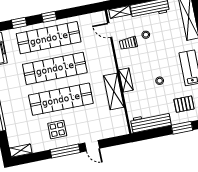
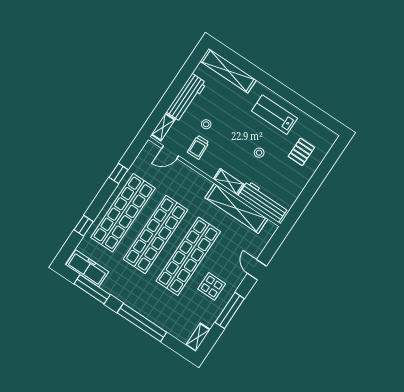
window: (49, 17) -> (118, 174), moved
shelving: (114, 91) -> (236, 208), width x1.47
workbench: (151, 122) -> (263, 202), moved, turned 90
window: (182, 128) -> (320, 174), removed
door: (92, 146) -> (257, 270), swing flipped
window: (65, 151) -> (230, 311), moved

